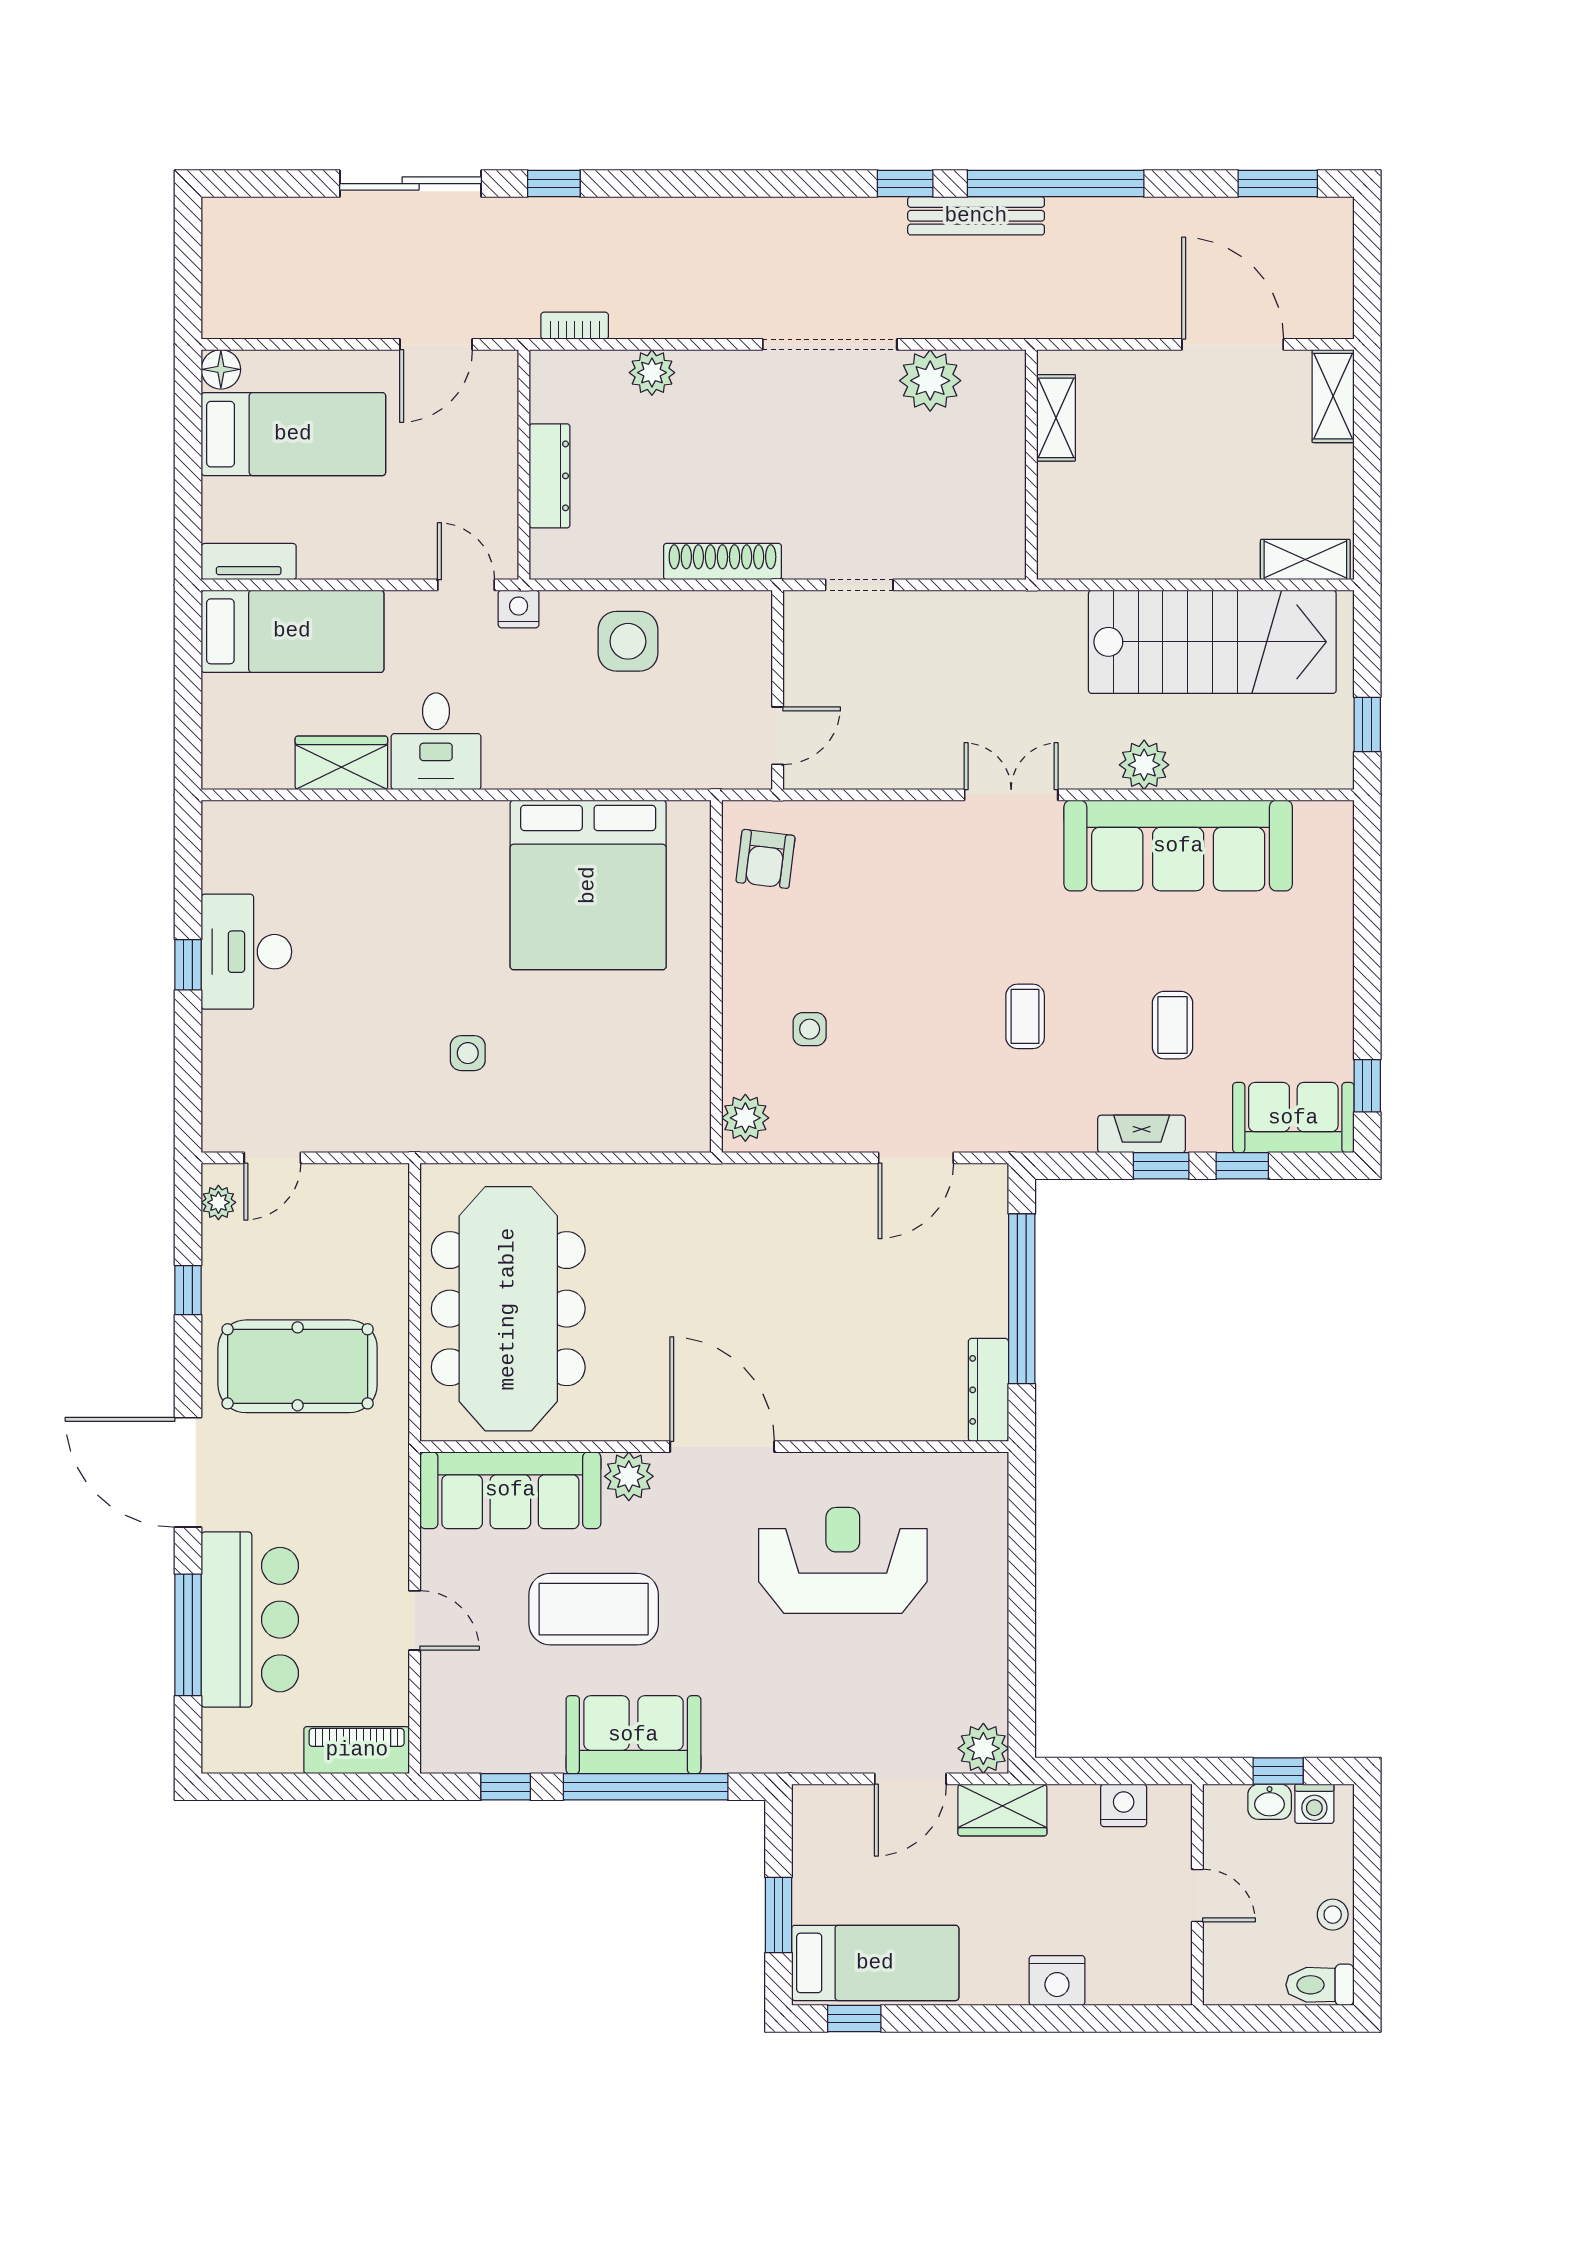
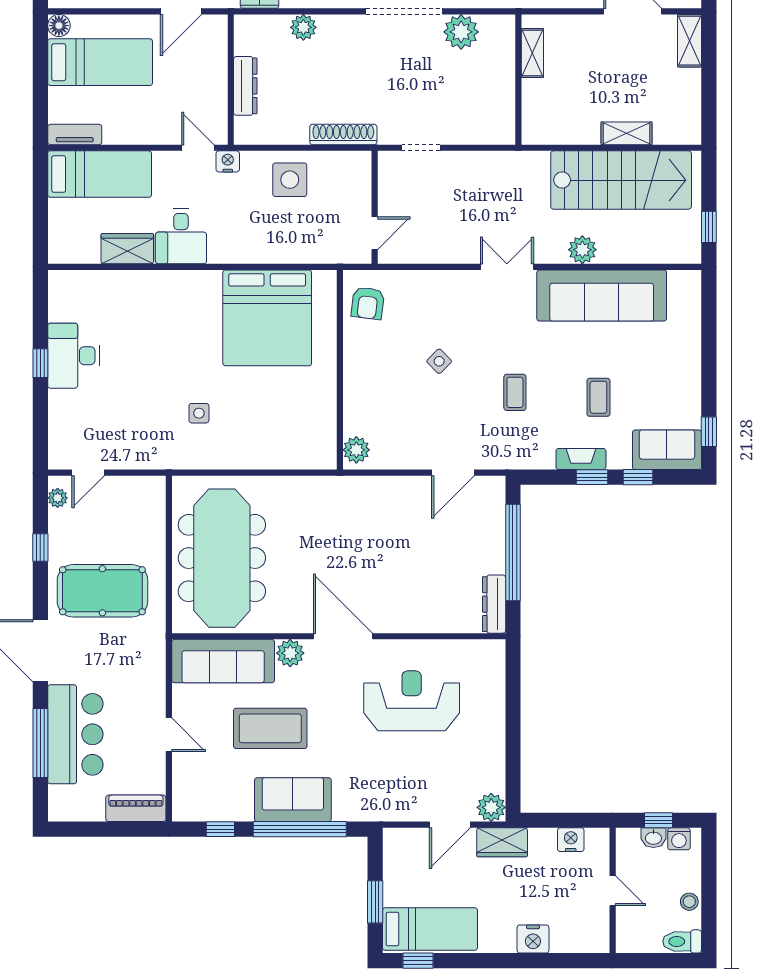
shelving: (1305, 560) -> (627, 133), moved
side table: (810, 1029) -> (439, 361), moved, turned 45

